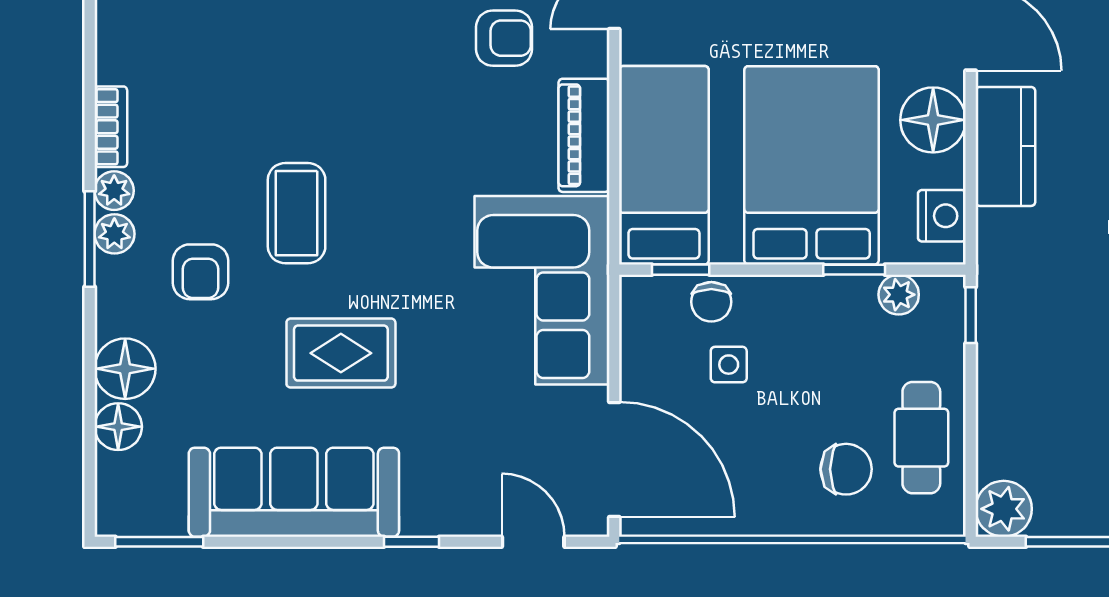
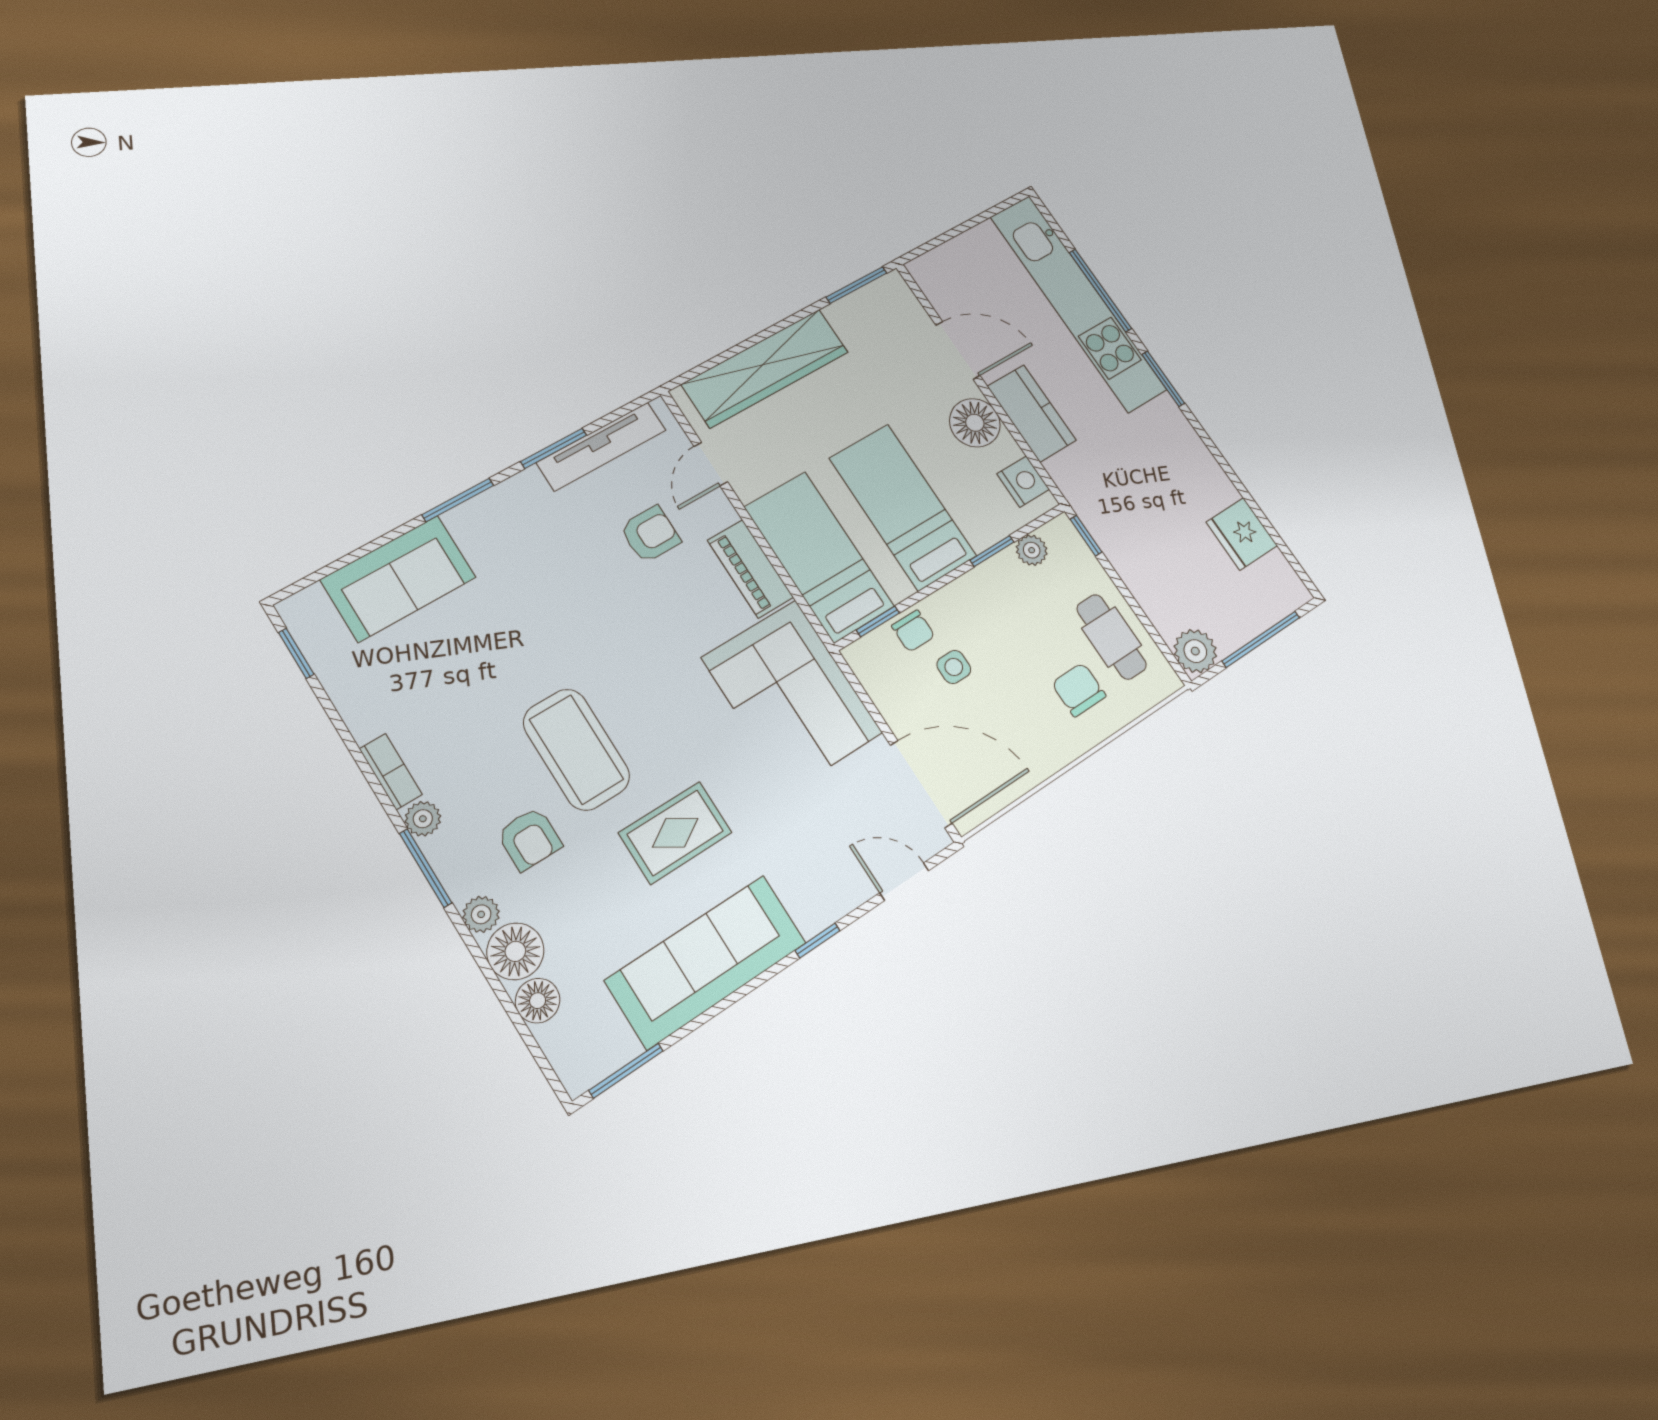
bed: (812, 165) -> (903, 507), width x0.67
coffee table: (297, 213) -> (576, 749), width x1.36, depth x1.32
plant: (114, 234) -> (481, 914), moved
chair: (846, 469) -> (1079, 690), turned -90

